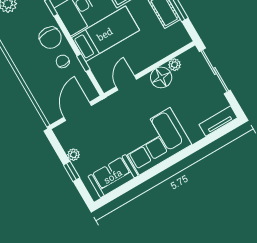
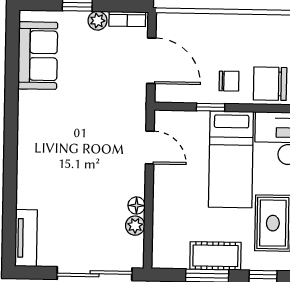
floor lamp: (161, 77) -> (137, 205), width x0.53, depth x0.53
bookcase: (63, 139) -> (127, 19), added
corner sofa: (155, 141) -> (50, 138), removed

